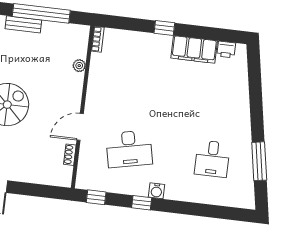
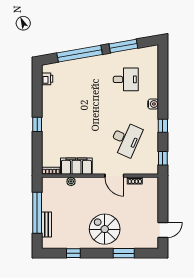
filing cabinet: (194, 49) -> (76, 166), moved, turned -90
window: (256, 99) -> (80, 54), added
desk: (129, 149) -> (126, 139), turned 36
water cooler: (156, 191) -> (153, 104), moved

